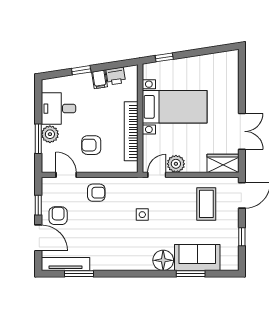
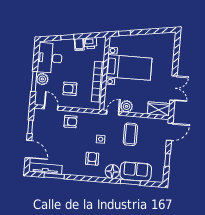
desk: (58, 109) -> (50, 58), width x1.37
coffee table: (206, 204) -> (130, 134), moved
armchair: (58, 216) -> (92, 159), moved

